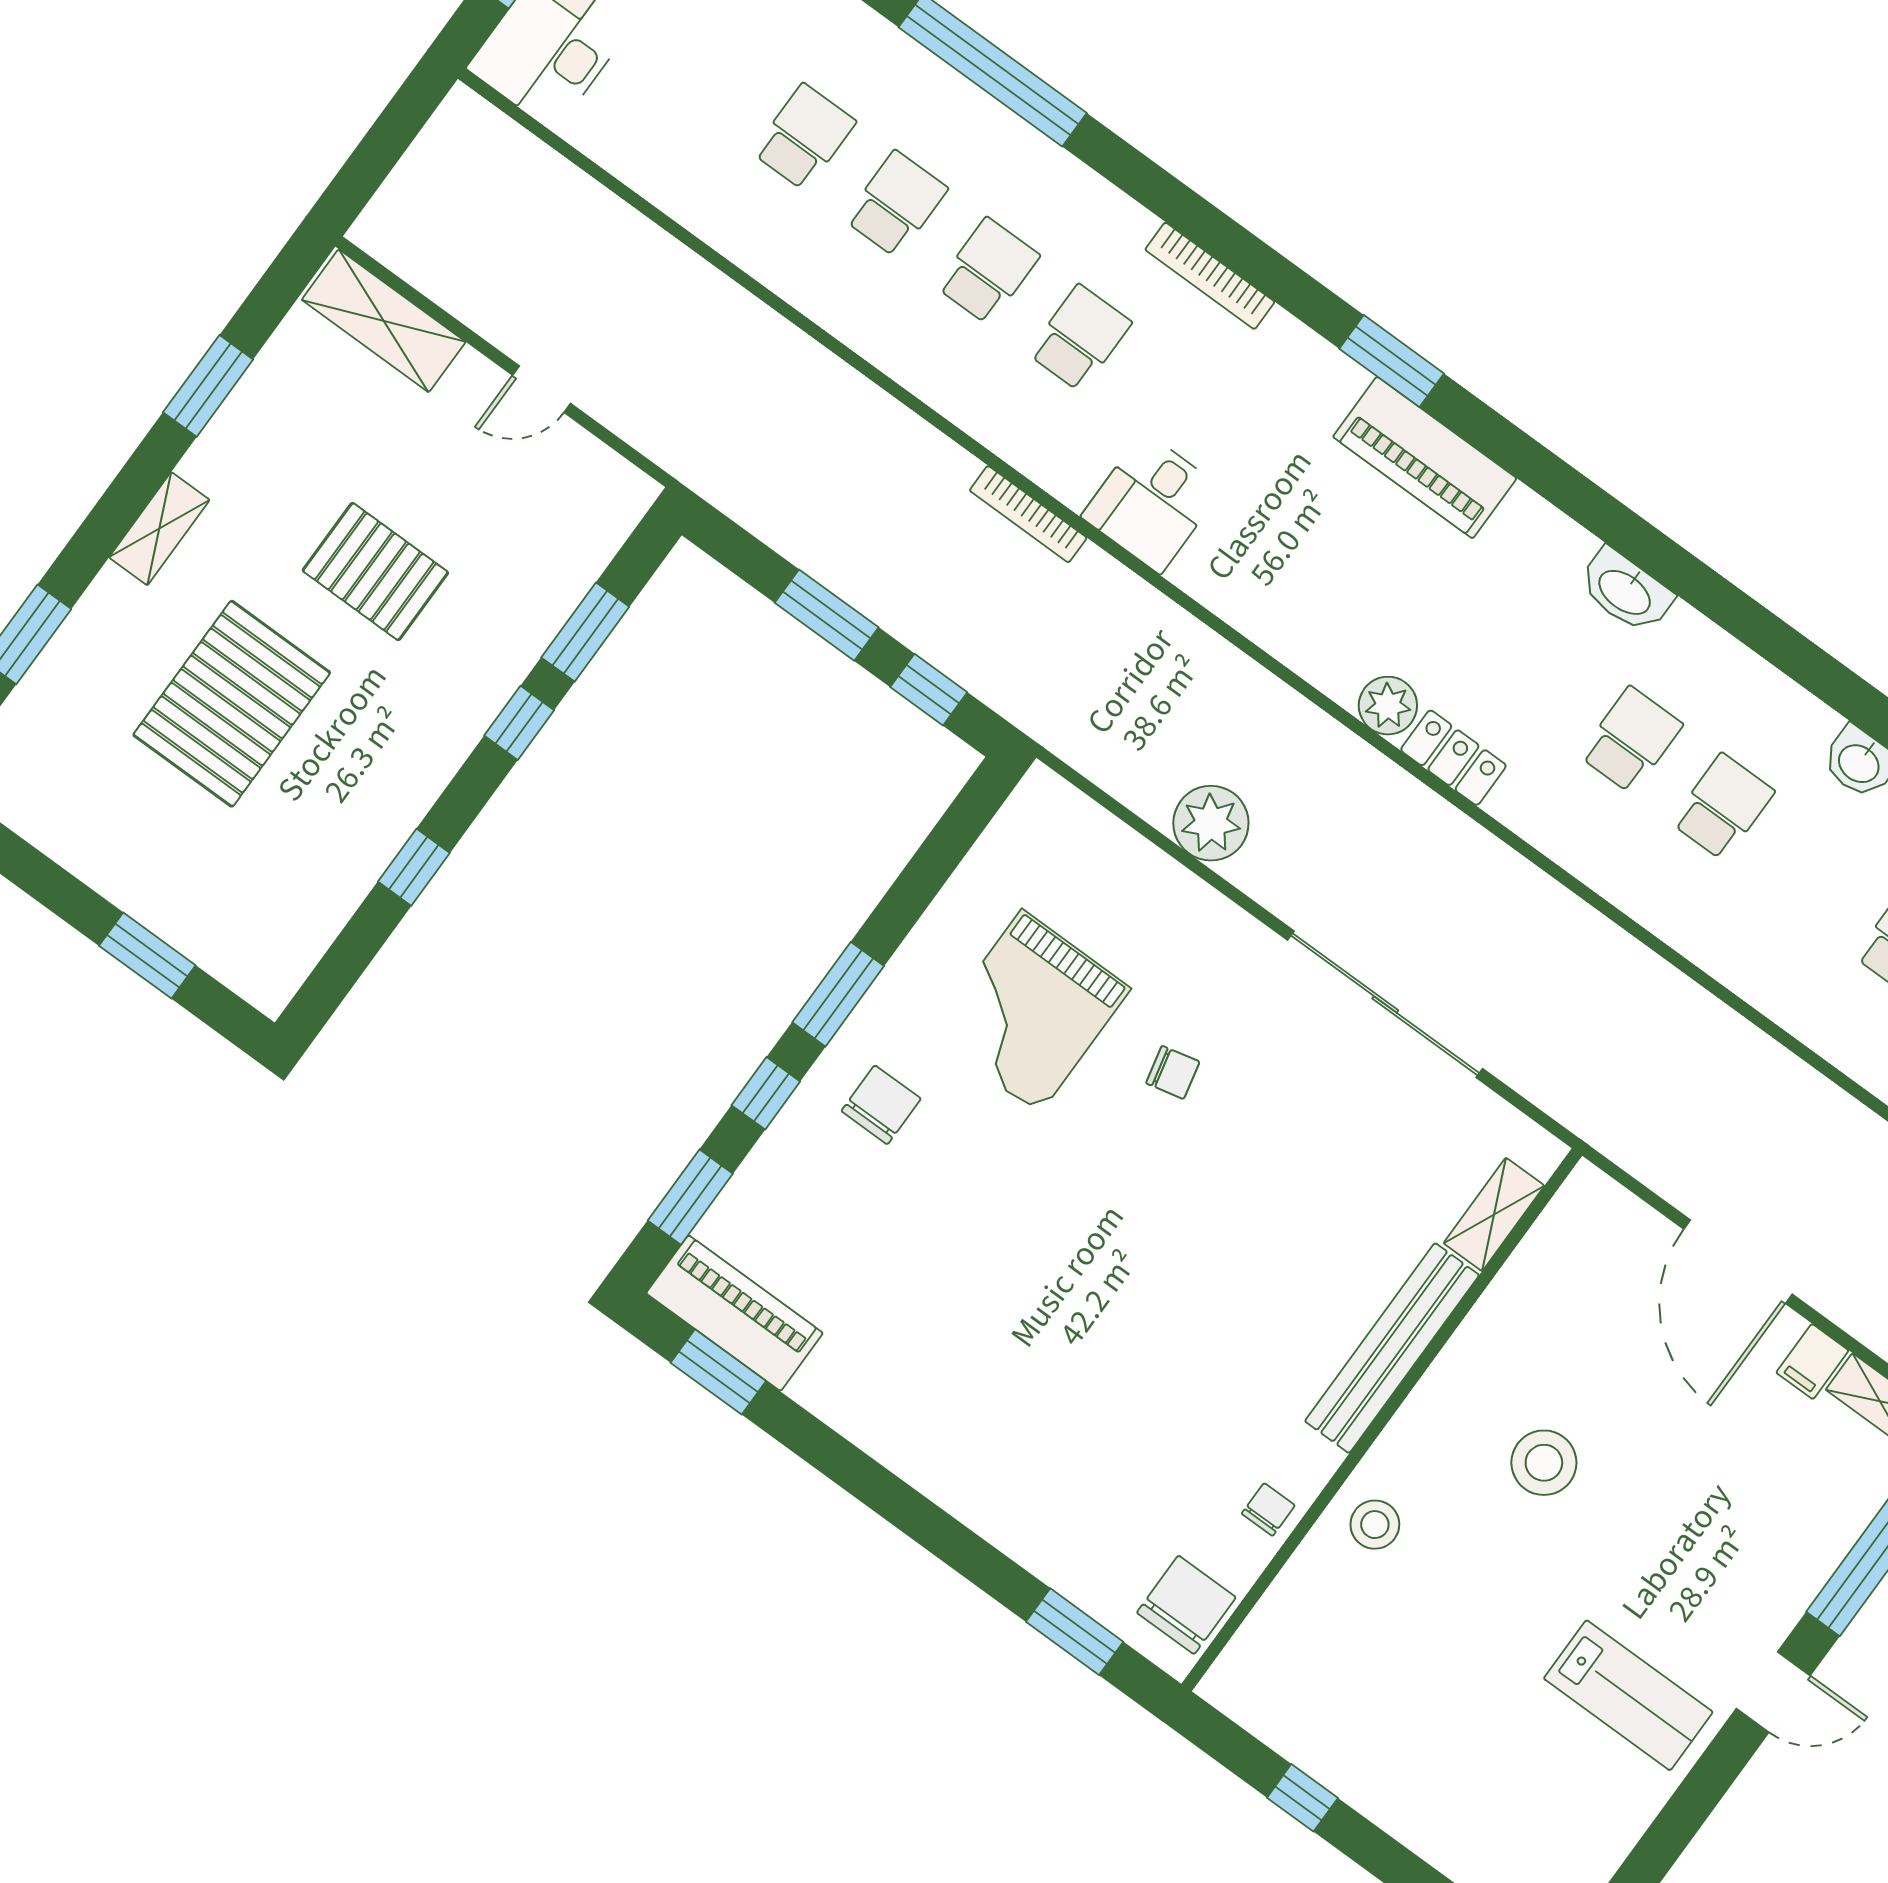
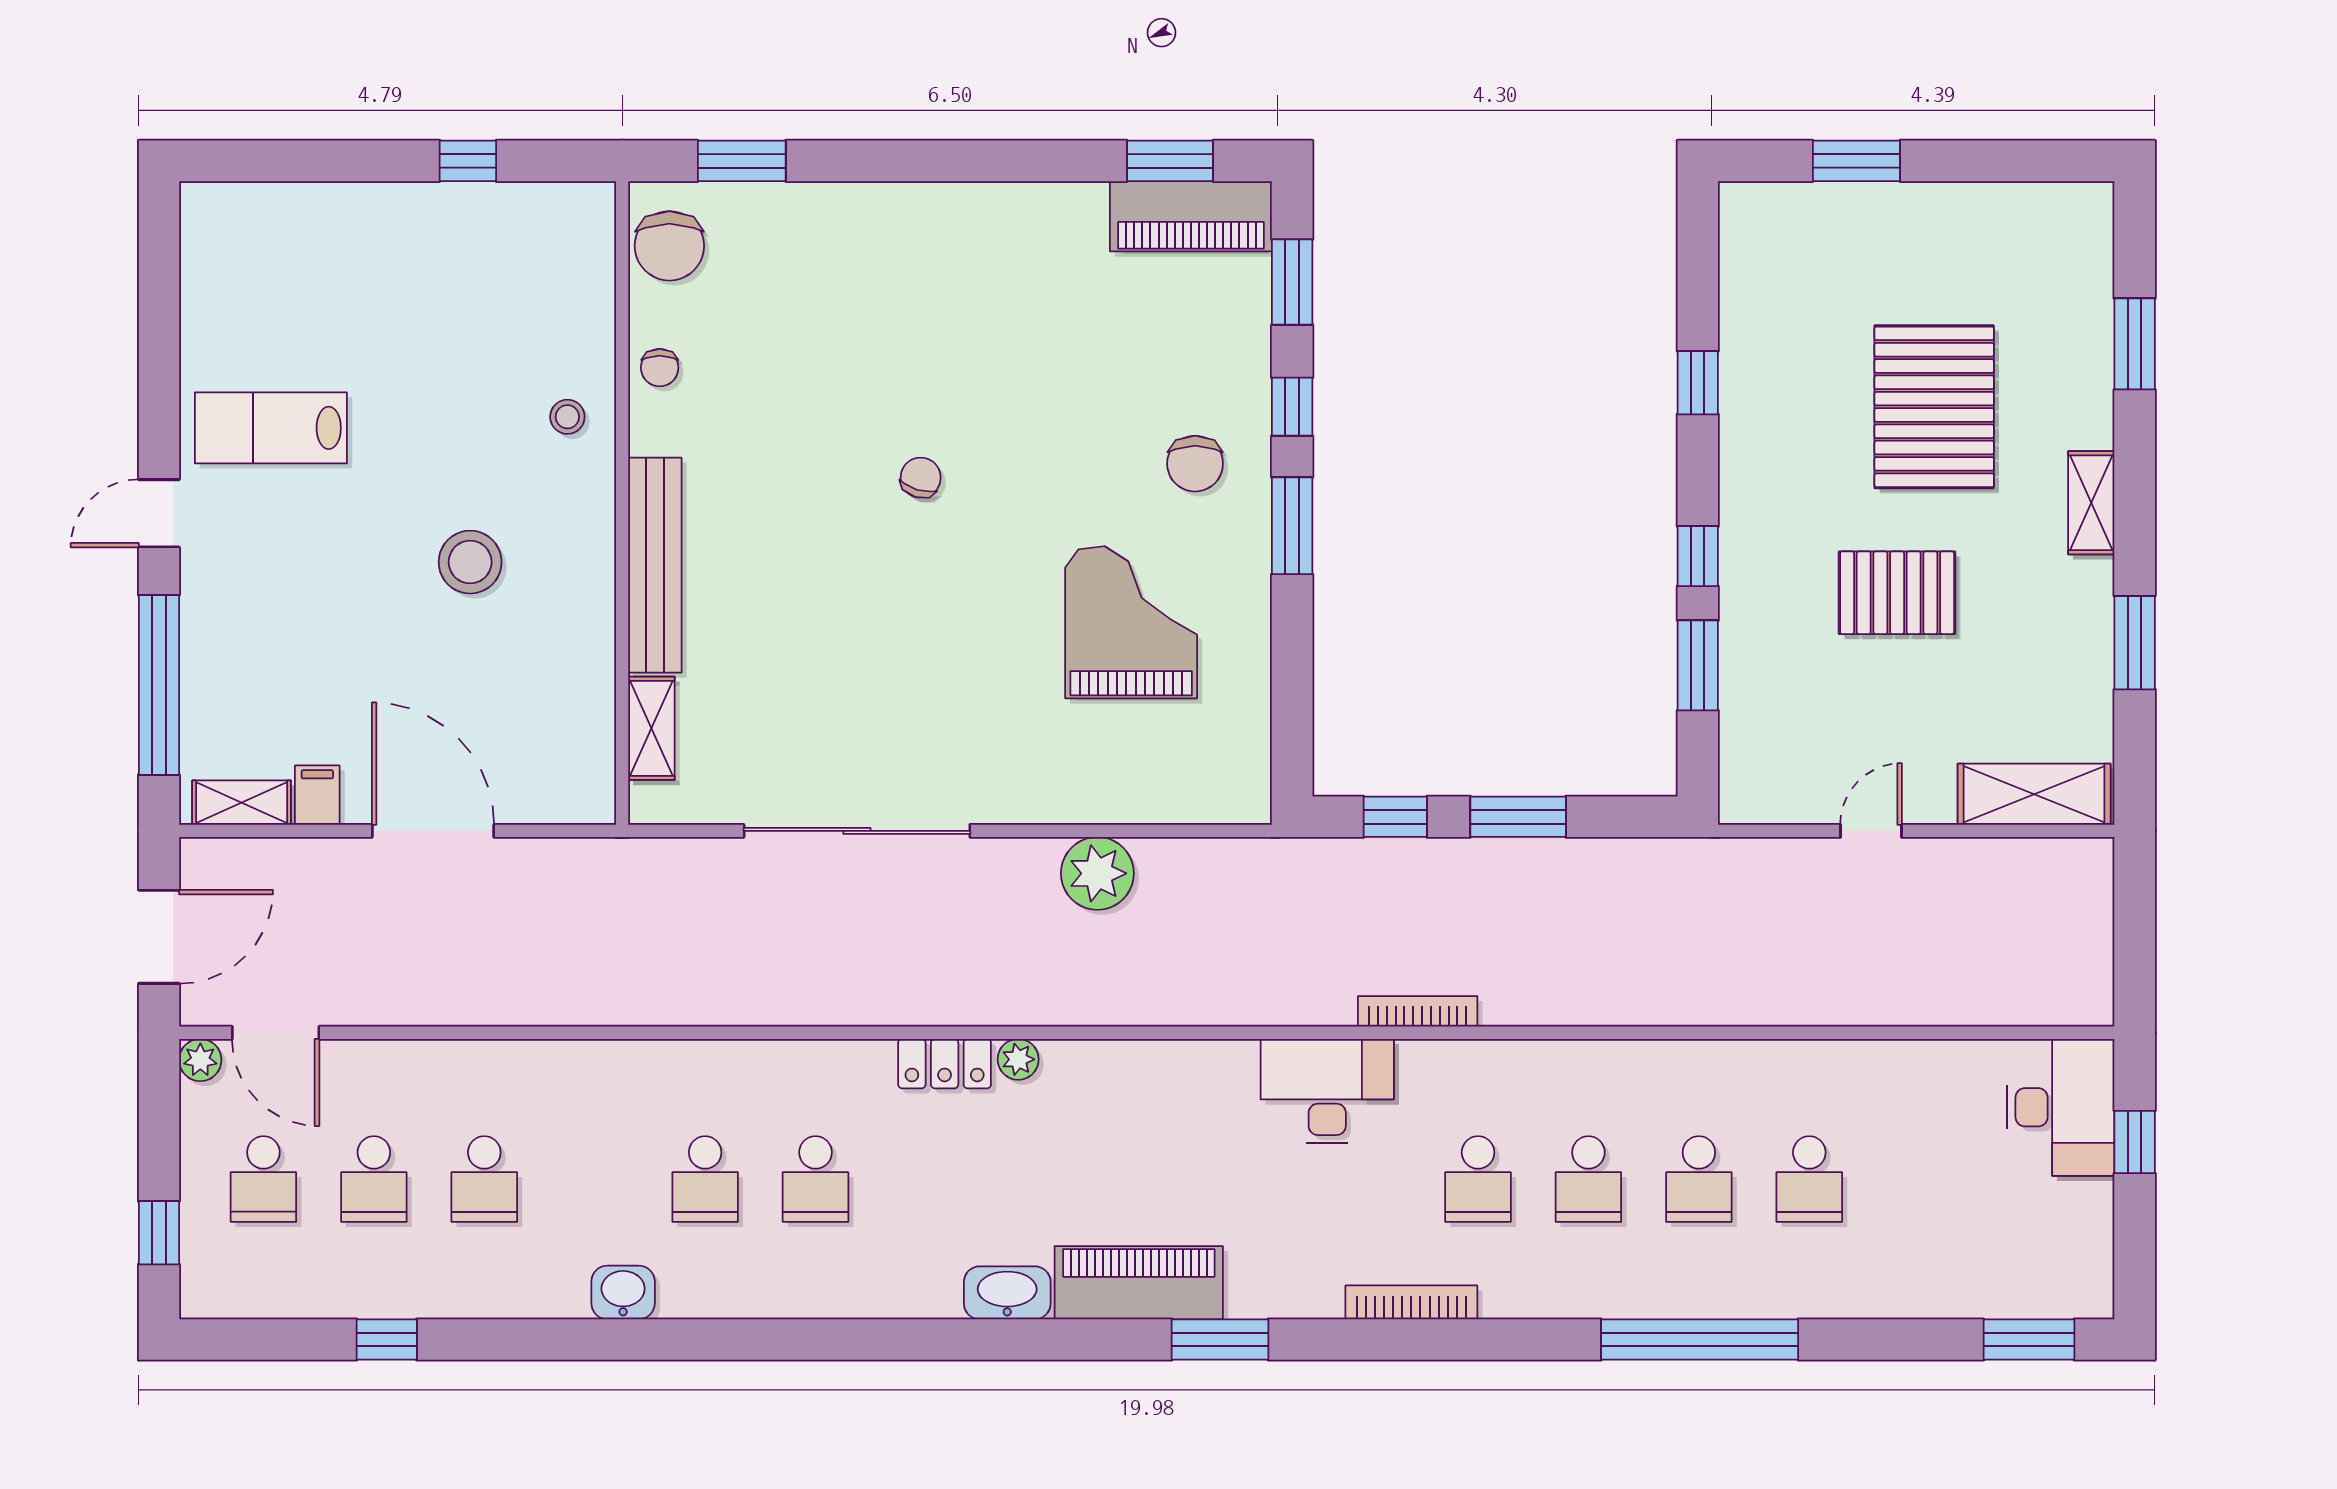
desk: (1152, 503) -> (1327, 1091), width x1.37
washbasin: (1626, 591) -> (1007, 1293), moved
plant: (1388, 706) -> (1018, 1059), width x0.73, depth x0.73
chair: (1173, 1072) -> (921, 478), moved, turned 120
stool: (1375, 1525) -> (567, 417), width x0.73, depth x0.73

